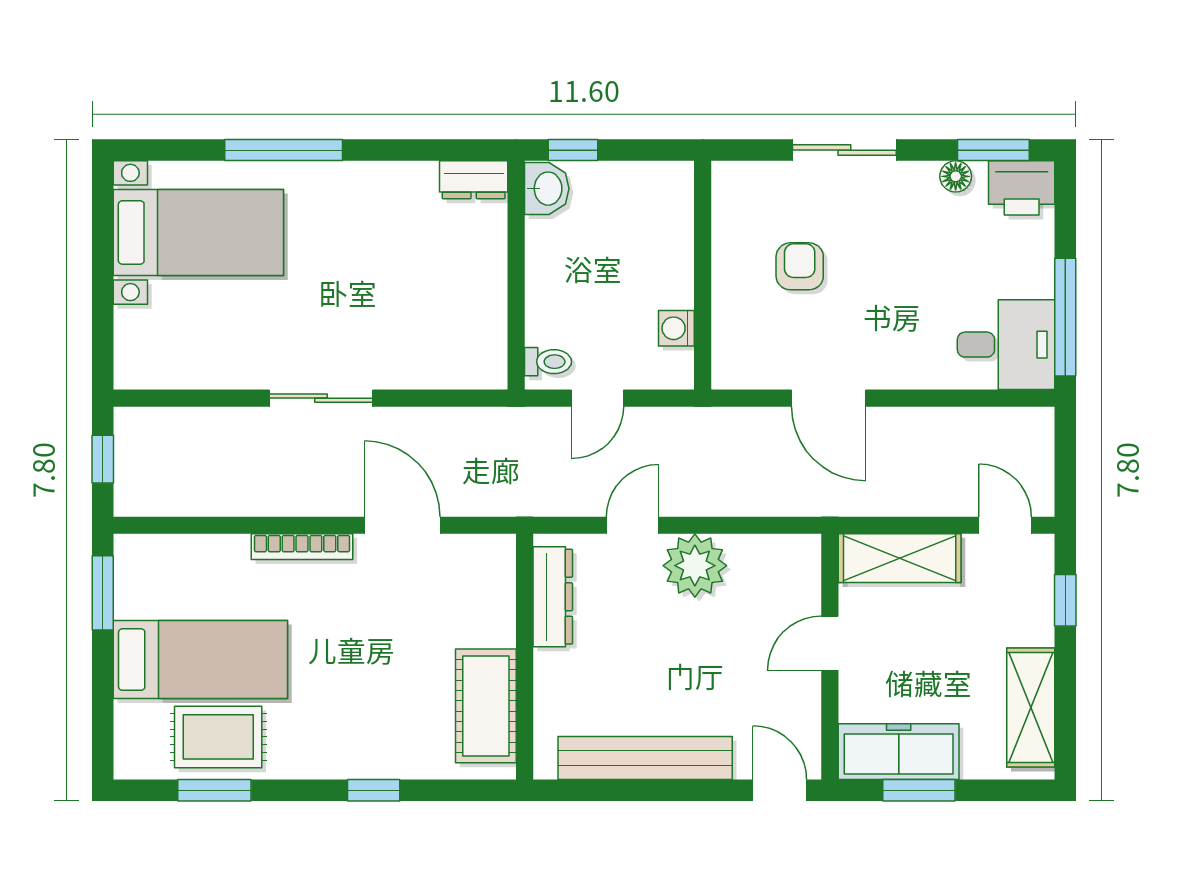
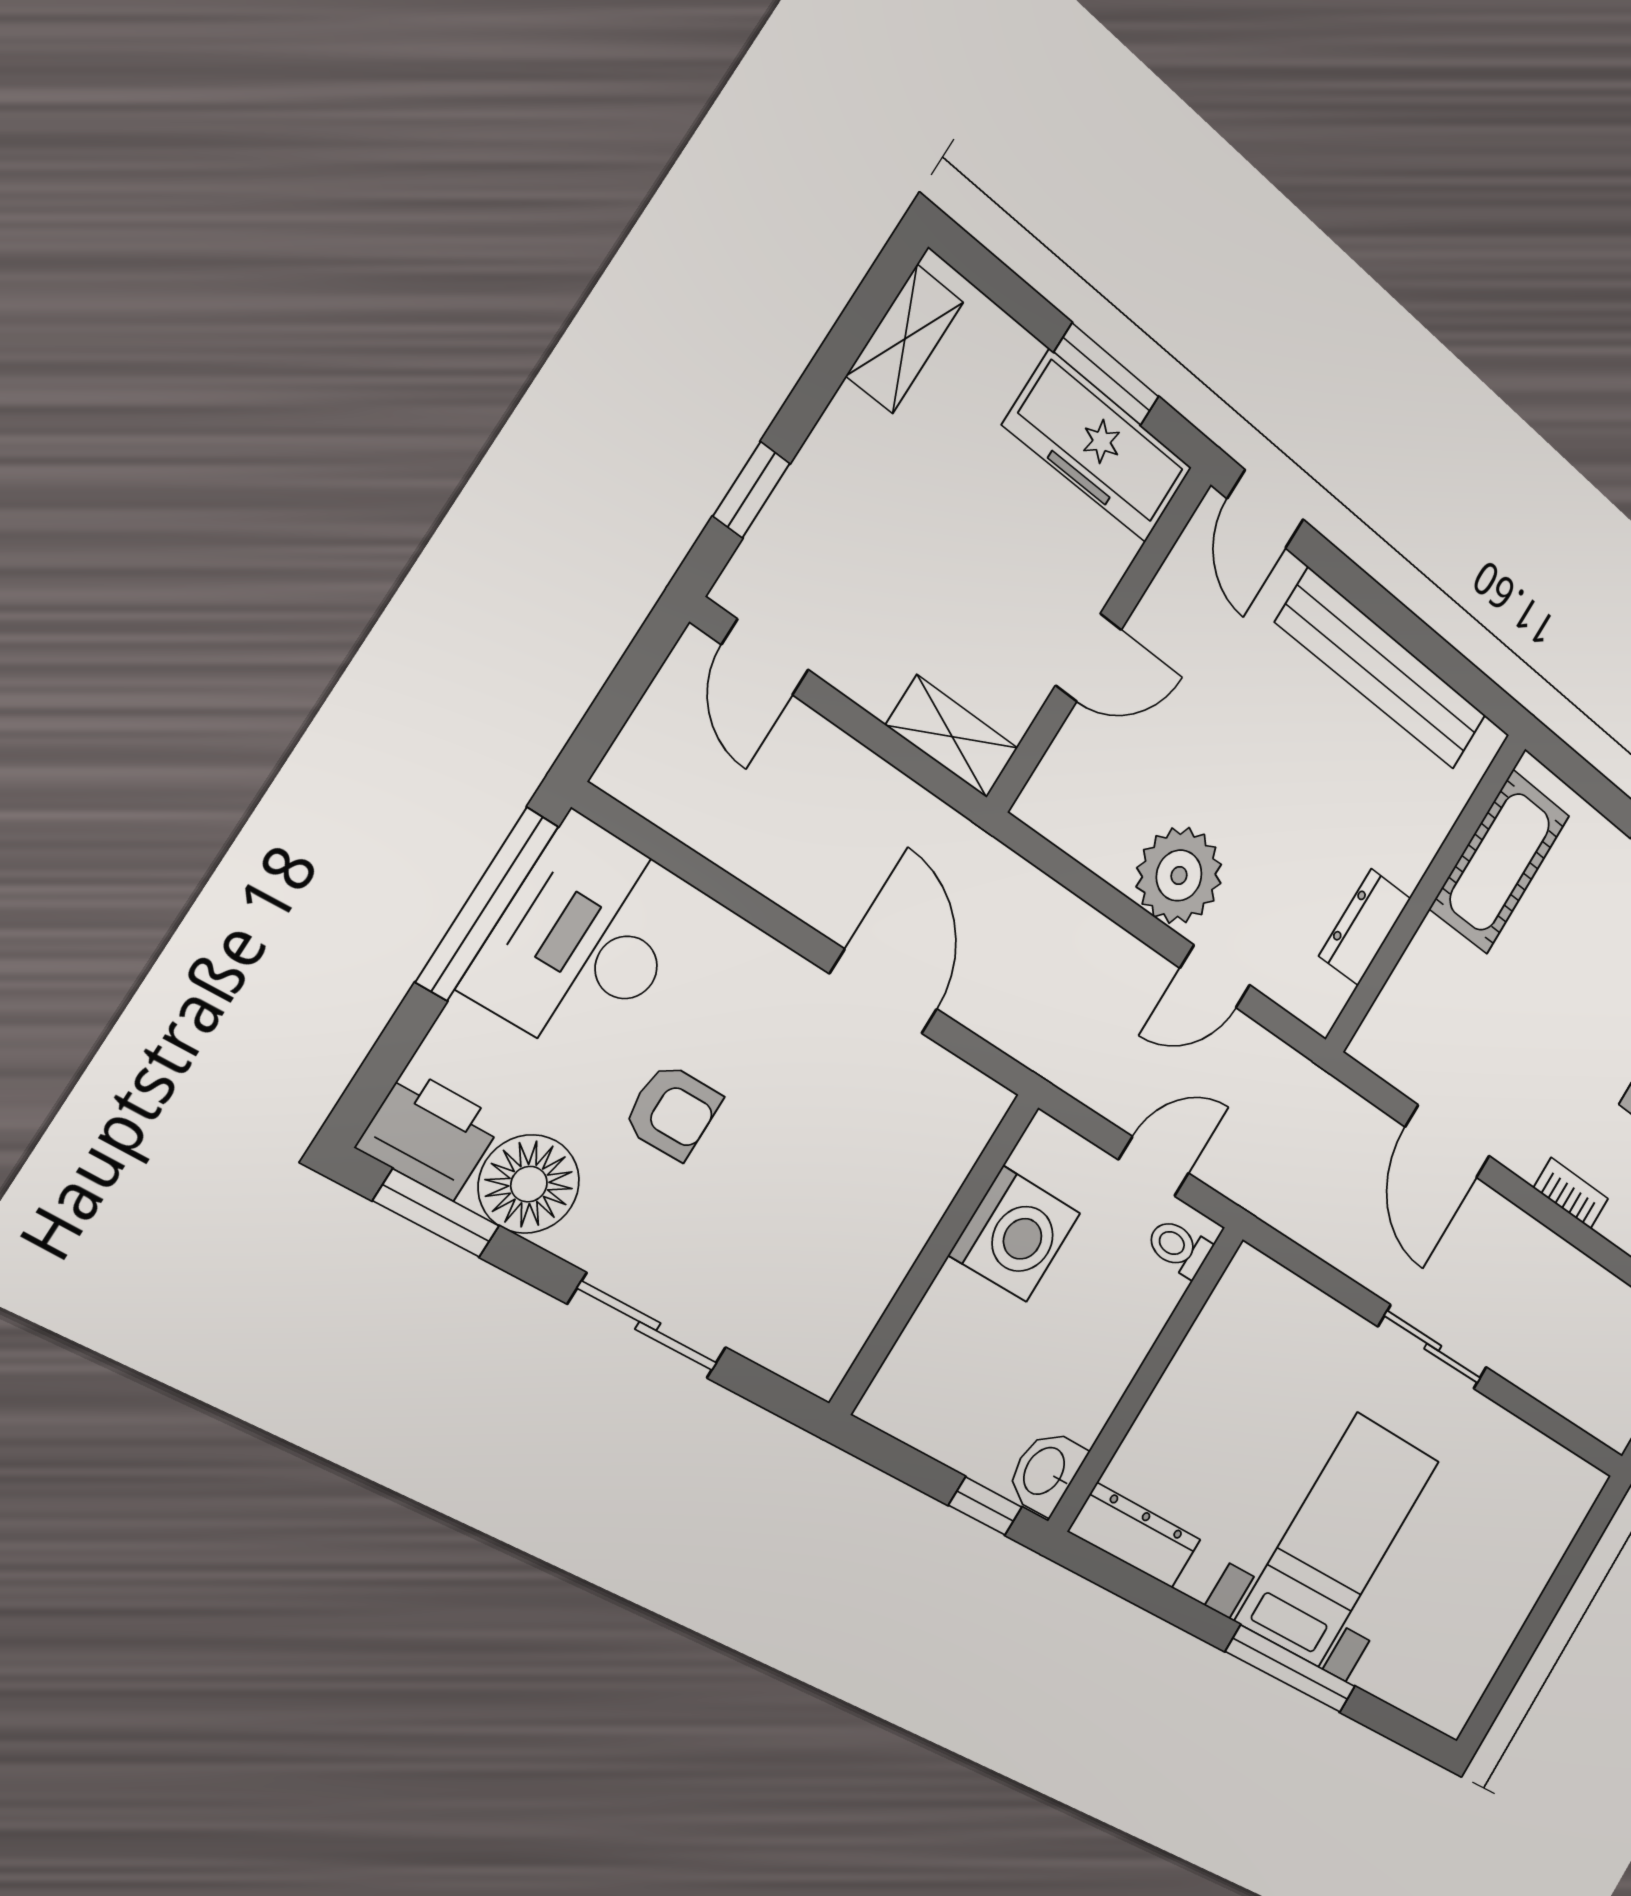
floor lamp: (956, 176) -> (529, 1184), width x1.89, depth x1.89
dresser: (474, 180) -> (1135, 1536), width x1.44
bed with nightstands: (198, 232) -> (1338, 1540), moved, turned 90
armchair: (800, 266) -> (672, 1112), moved, turned -90
washing machine: (676, 328) -> (1015, 1234), width x1.89, depth x1.89
desk: (1006, 345) -> (584, 941), width x1.37
bookcase: (302, 547) -> (1571, 1193), width x0.64
shelving: (900, 558) -> (952, 737), width x0.67, depth x0.75
dresser: (553, 597) -> (1365, 927), width x0.70
shelving: (1031, 707) -> (905, 339), width x0.67, depth x0.75

